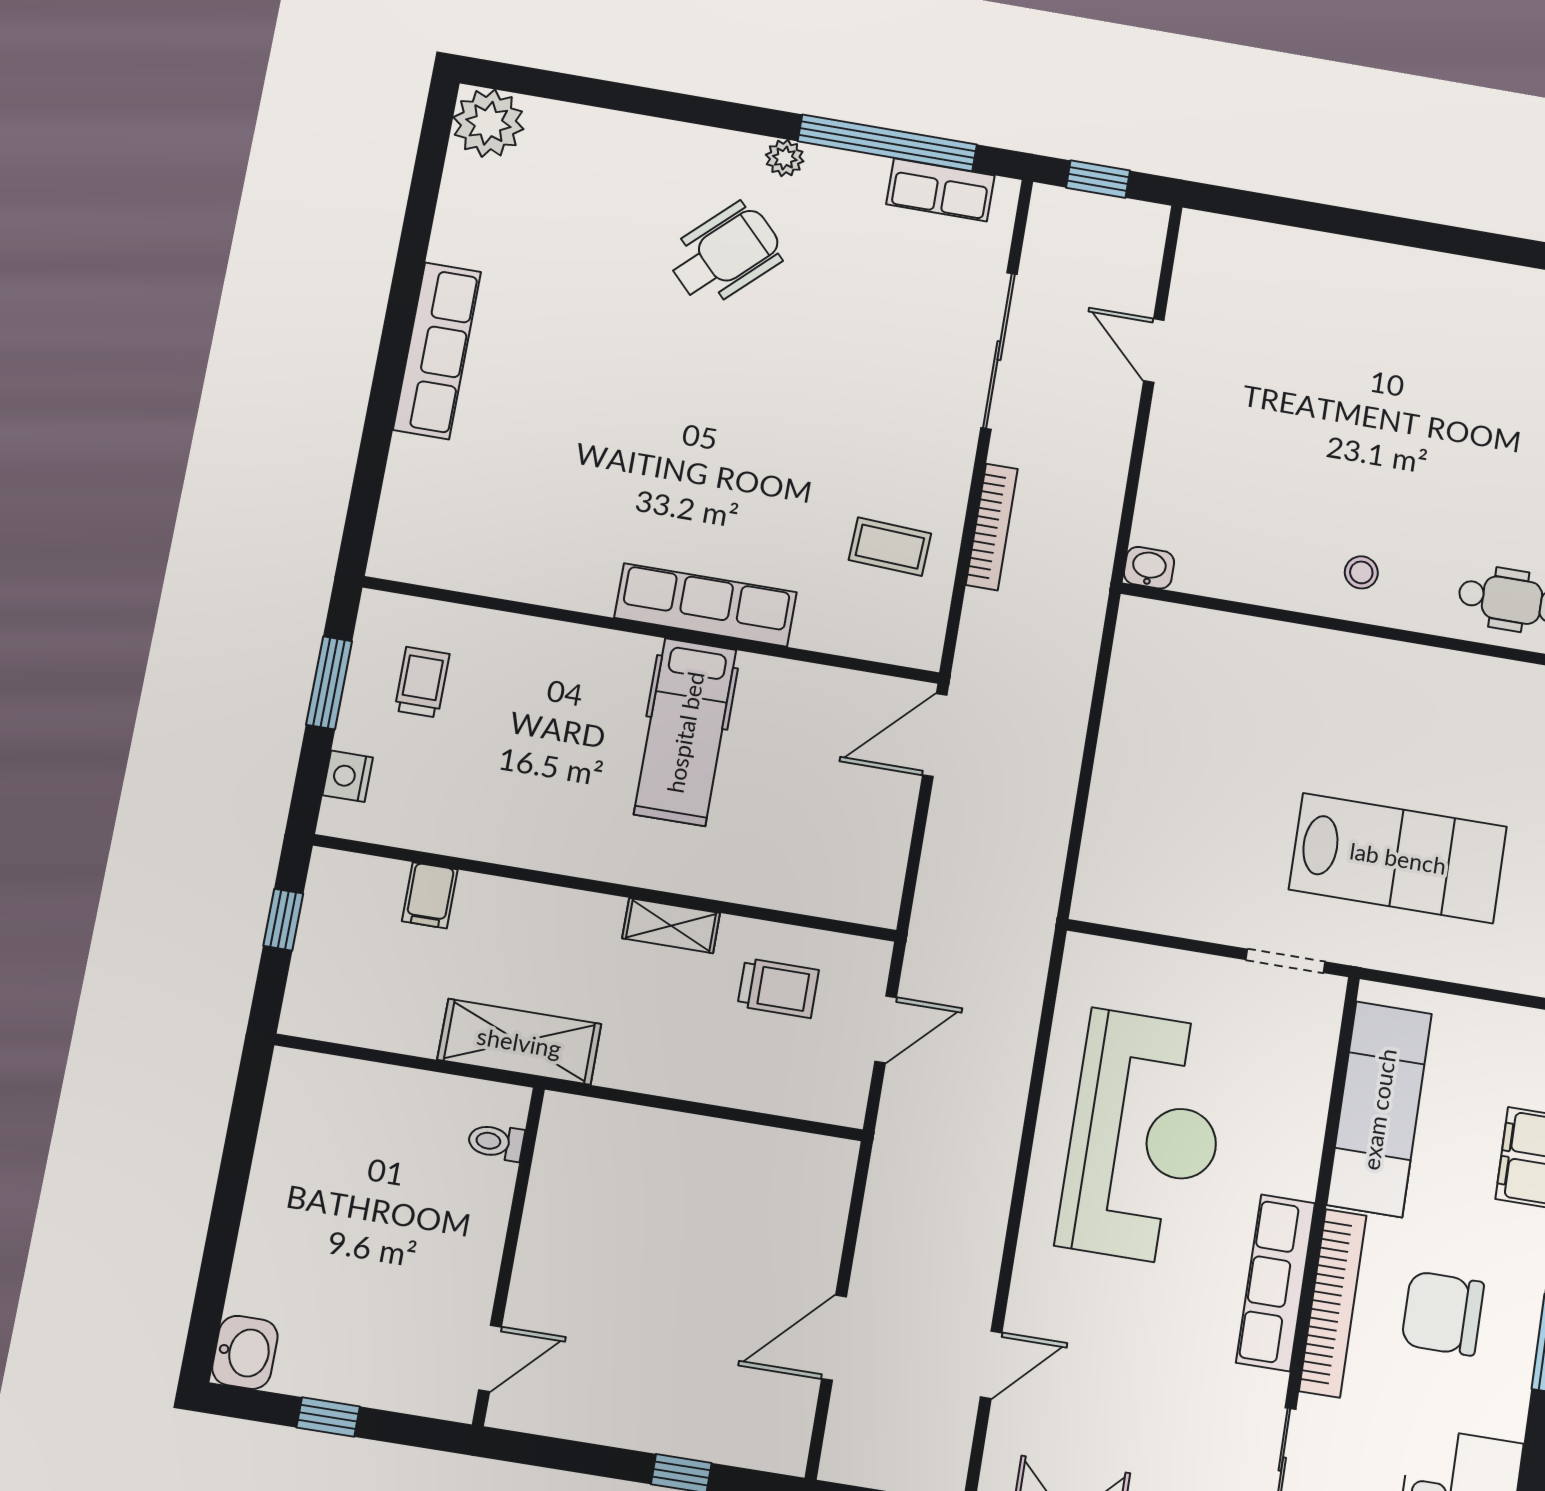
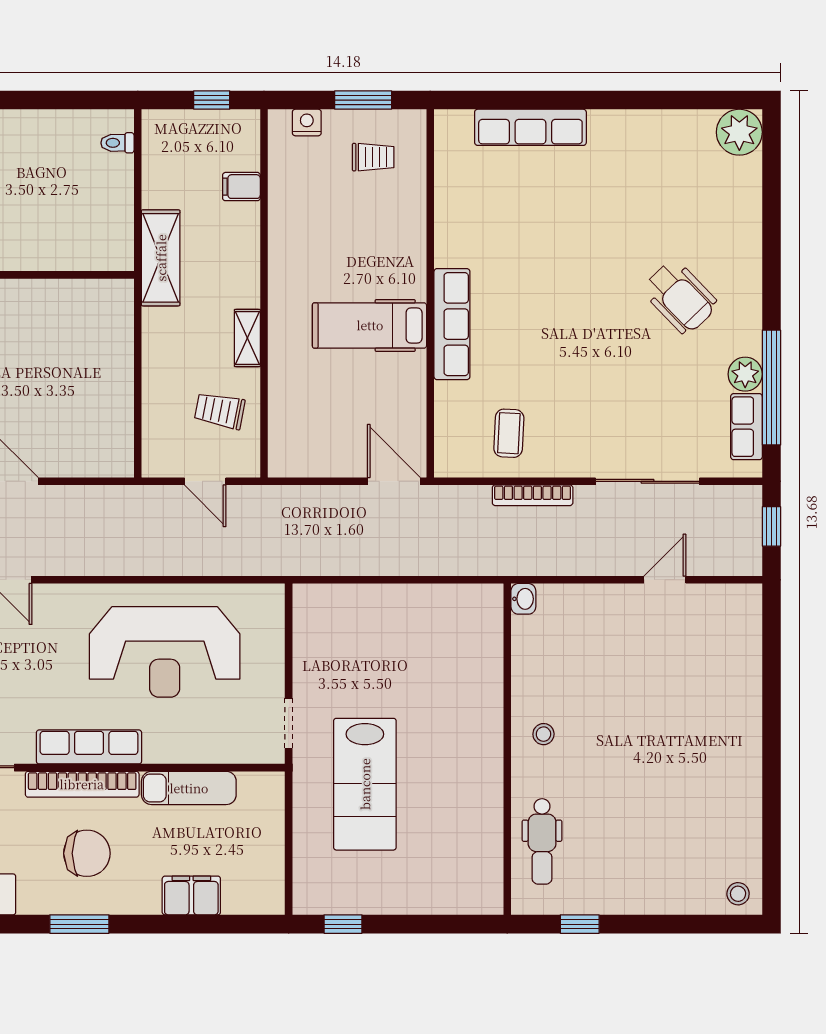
plant: (785, 158) -> (745, 374), moved, width x1.38, depth x1.38
row of seats: (437, 351) -> (530, 127), moved
trolley: (778, 988) -> (220, 411), turned 101
exam couch: (1379, 1109) -> (189, 788), width x0.73, depth x0.69
toilet: (496, 1142) -> (117, 143), moved, turned -90
chair: (1443, 1313) -> (87, 853), turned 90

